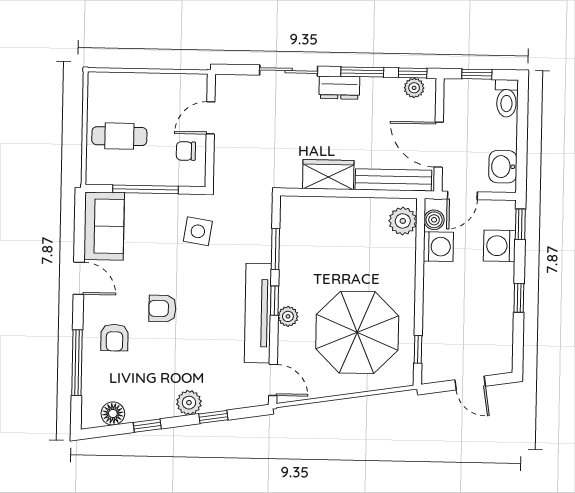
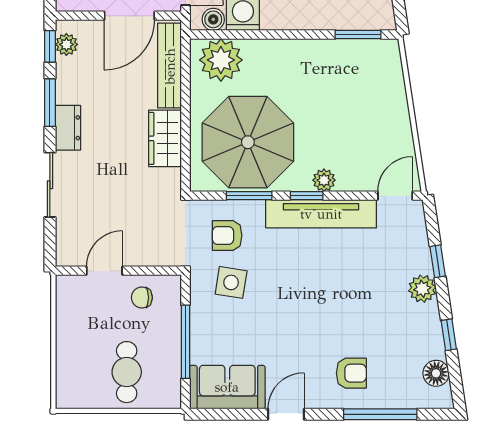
door: (211, 118) -> (104, 271), swing flipped
chair: (186, 151) -> (142, 298), turned 90
plant: (403, 221) -> (221, 60), width x1.36, depth x1.36
armchair: (162, 309) -> (227, 235), moved, turned 90
parasol: (357, 332) -> (248, 142), moved
window: (418, 349) -> (358, 35), width x1.50

